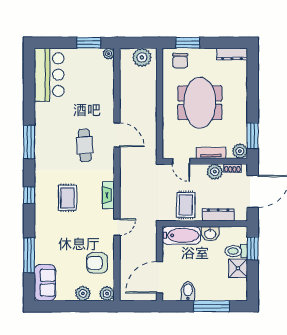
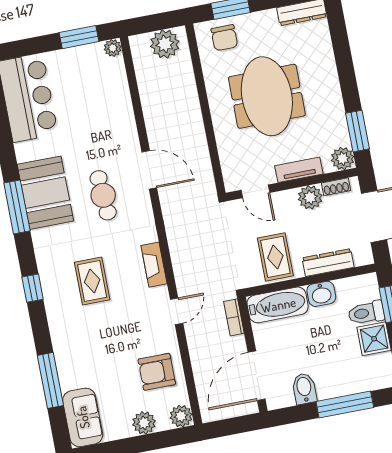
booth: (49, 137) -> (45, 193), added
bookcase: (152, 238) -> (234, 317), added

